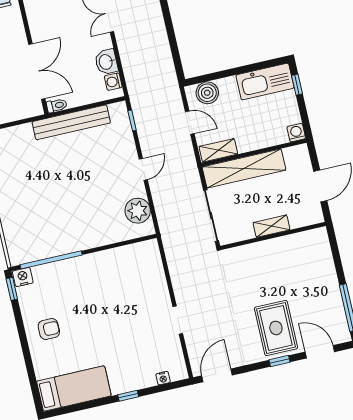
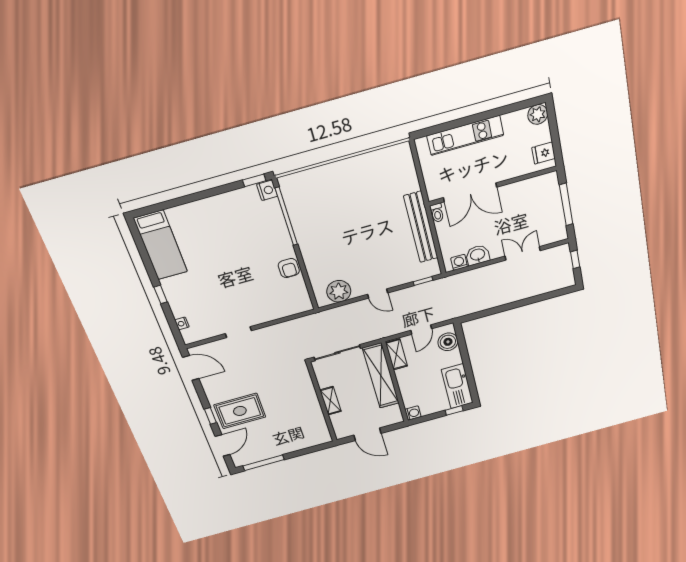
armchair: (49, 329) -> (289, 268), moved

